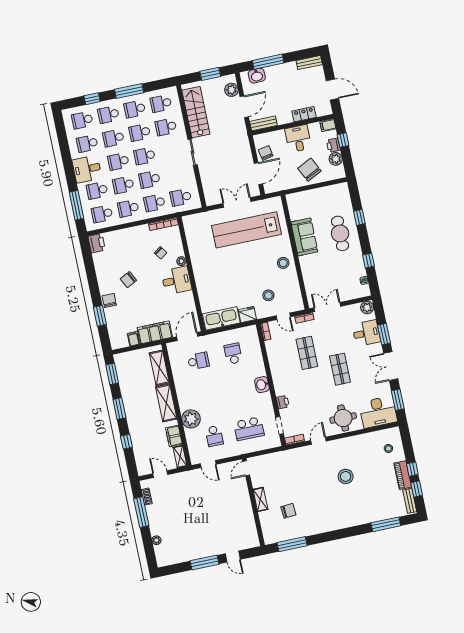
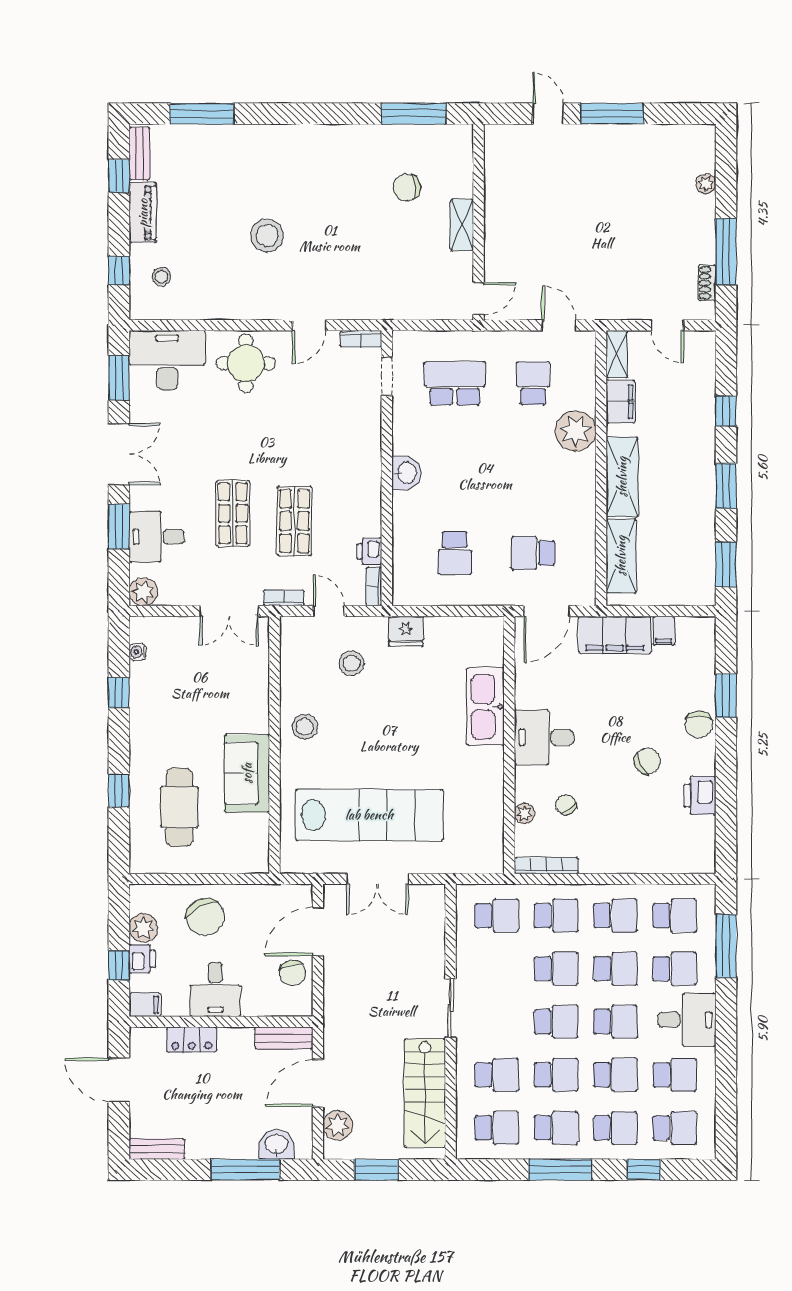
cafe table: (340, 233) -> (179, 807), moved
printer: (97, 243) -> (700, 796), moved
plant: (181, 261) -> (524, 813), moved
kitchen sink: (221, 318) -> (485, 707), moved, turned 90
shop shelf: (340, 369) -> (233, 513), moved
printer: (283, 402) -> (369, 551), moved
window: (412, 469) -> (119, 271), moved

